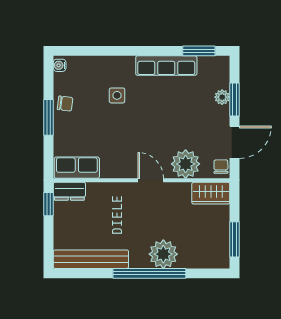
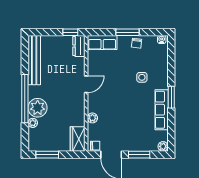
window: (199, 51) -> (171, 97), moved
plant: (222, 97) -> (163, 146), moved
plant: (186, 164) -> (92, 118), width x0.53, depth x0.53
row of seats: (77, 168) -> (102, 43), moved, turned 90
door: (151, 180) -> (86, 84), moved
plant: (186, 261) -> (33, 123), added

